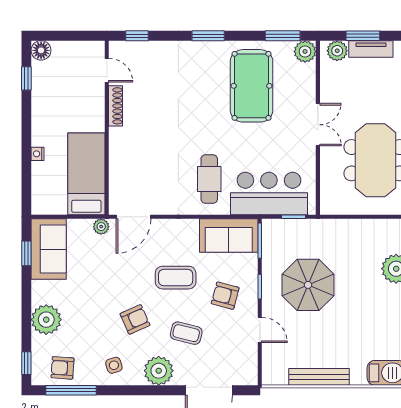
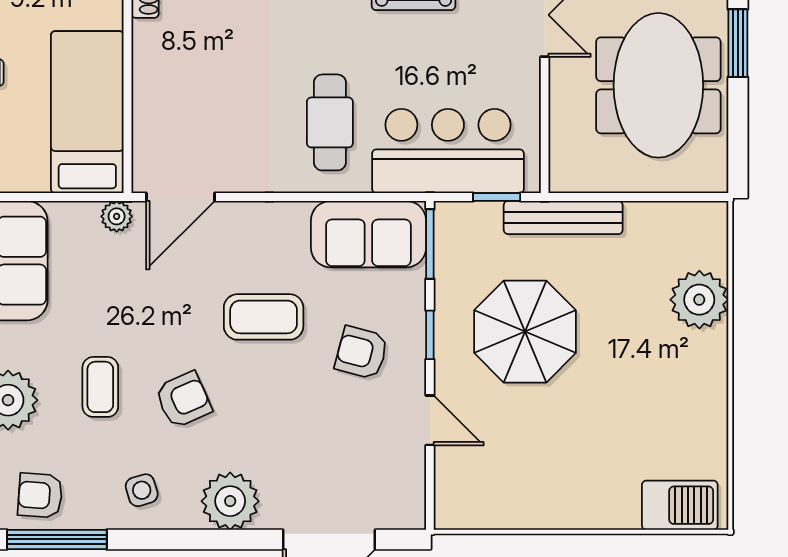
coffee table: (186, 333) -> (100, 387), moved, turned 76
bench: (319, 377) -> (563, 217), moved

